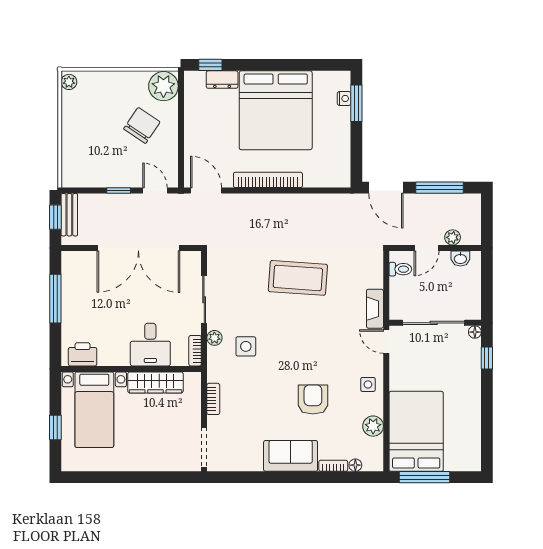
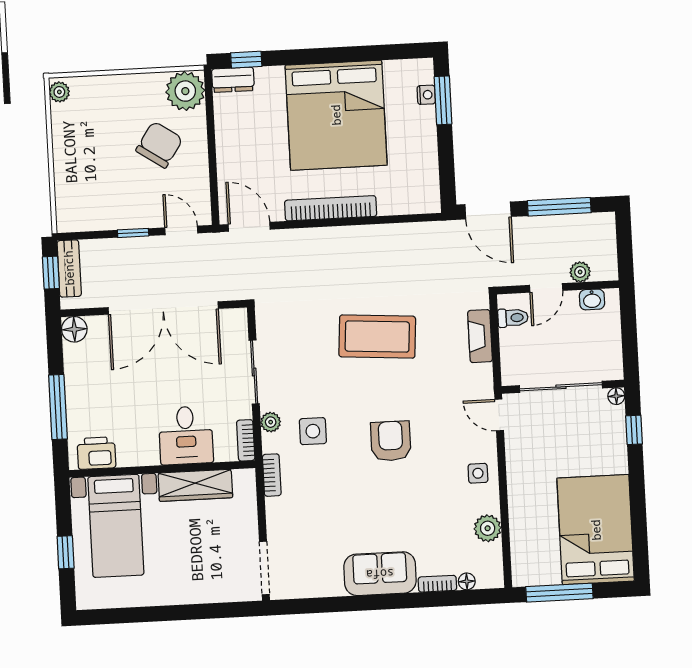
dresser: (222, 80) -> (233, 80), moved
floor lamp: (71, 261) -> (74, 329), added
window: (55, 299) -> (58, 407), moved
fireplace: (375, 309) -> (480, 336), moved
bookcase: (213, 399) -> (272, 475), moved
armchair: (313, 399) -> (391, 441), moved
bed: (416, 431) -> (596, 530), moved

